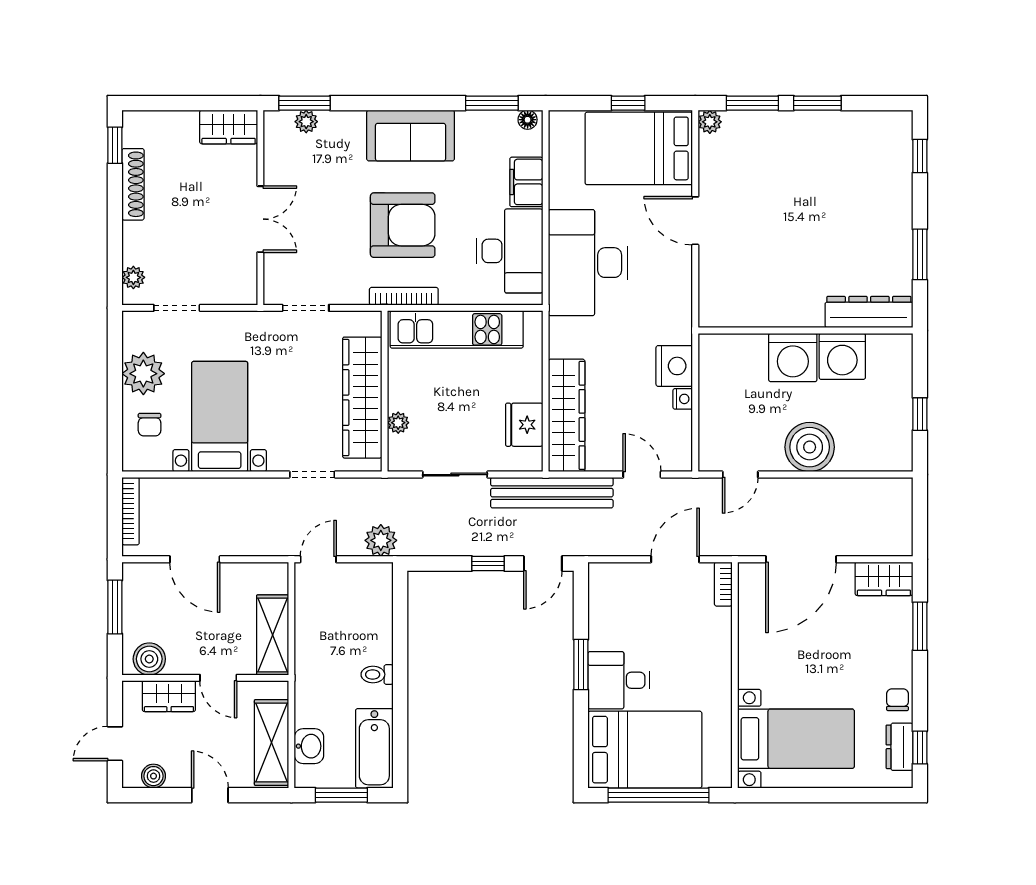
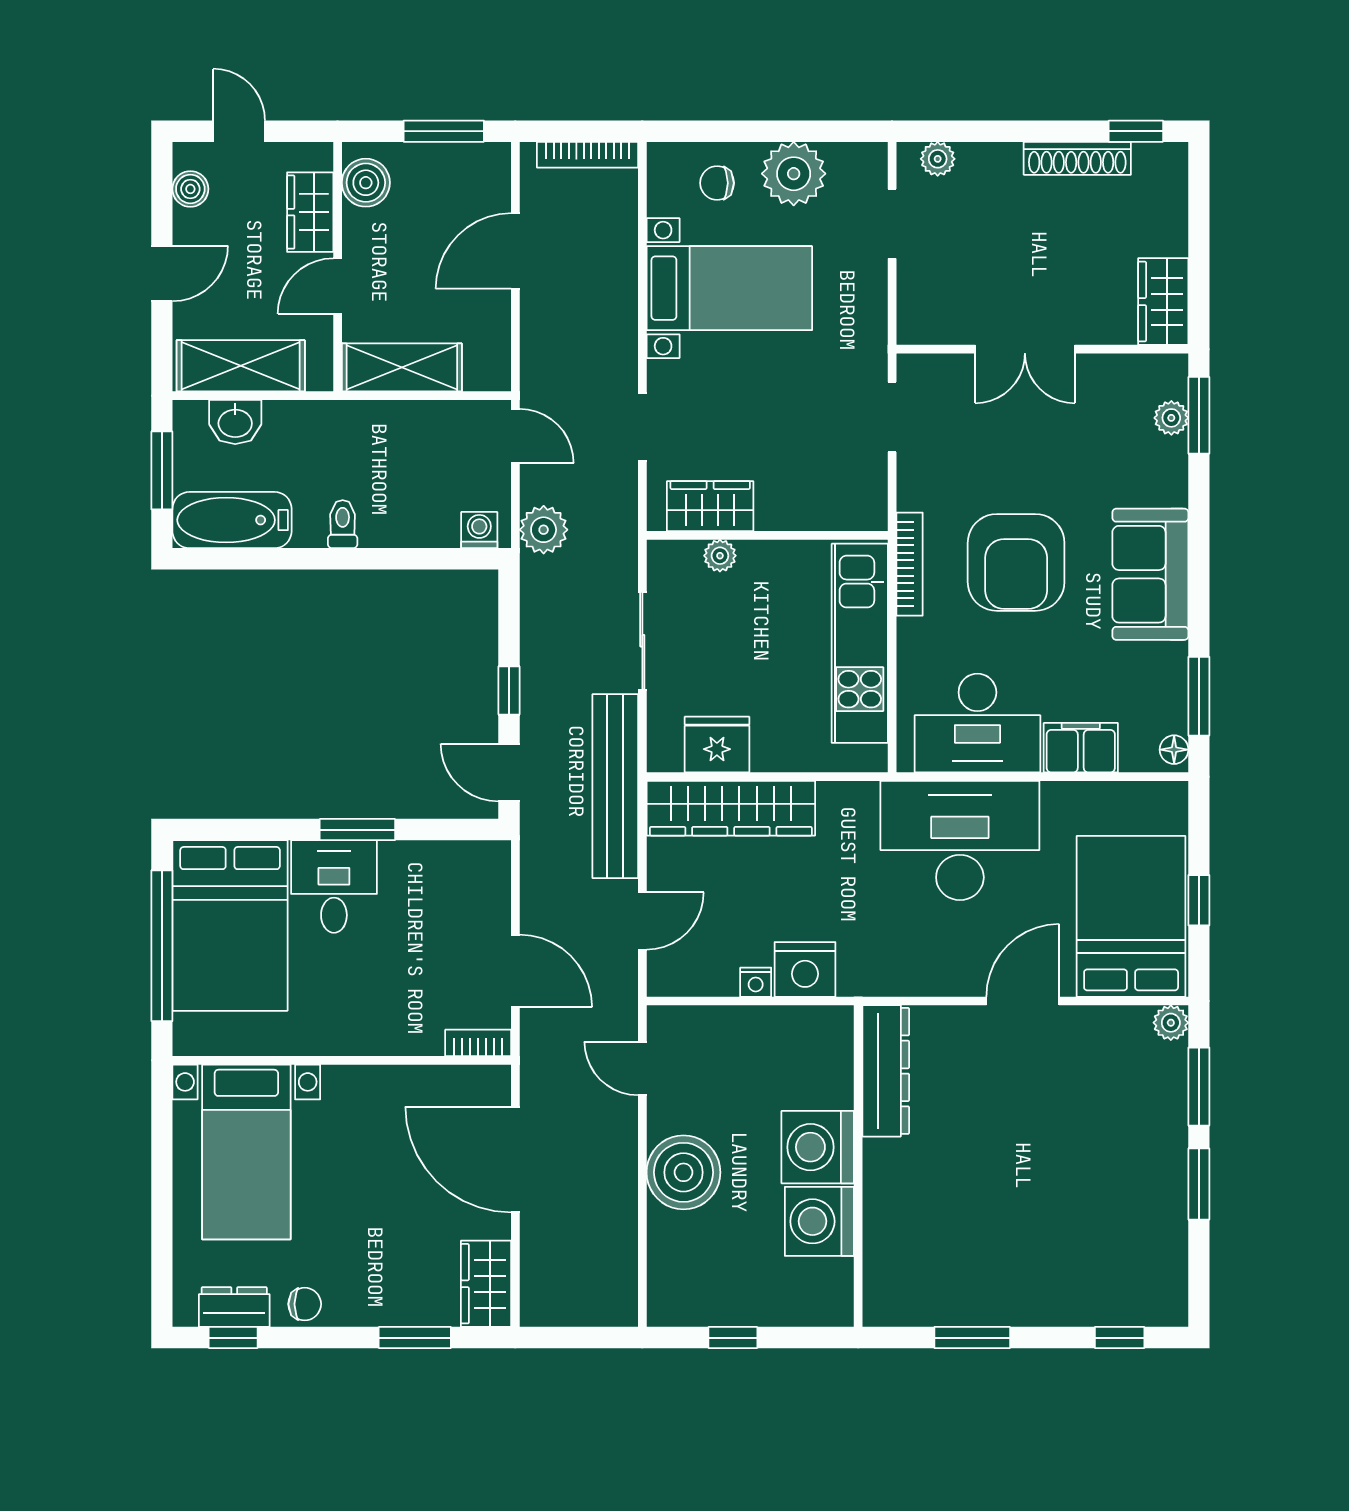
dresser: (869, 312) -> (886, 1071), moved
wardrobe: (362, 398) -> (710, 506), width x0.48, depth x0.85
washing machine: (381, 583) -> (479, 530), added

